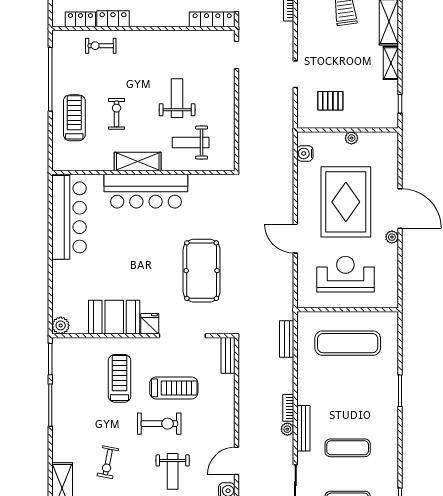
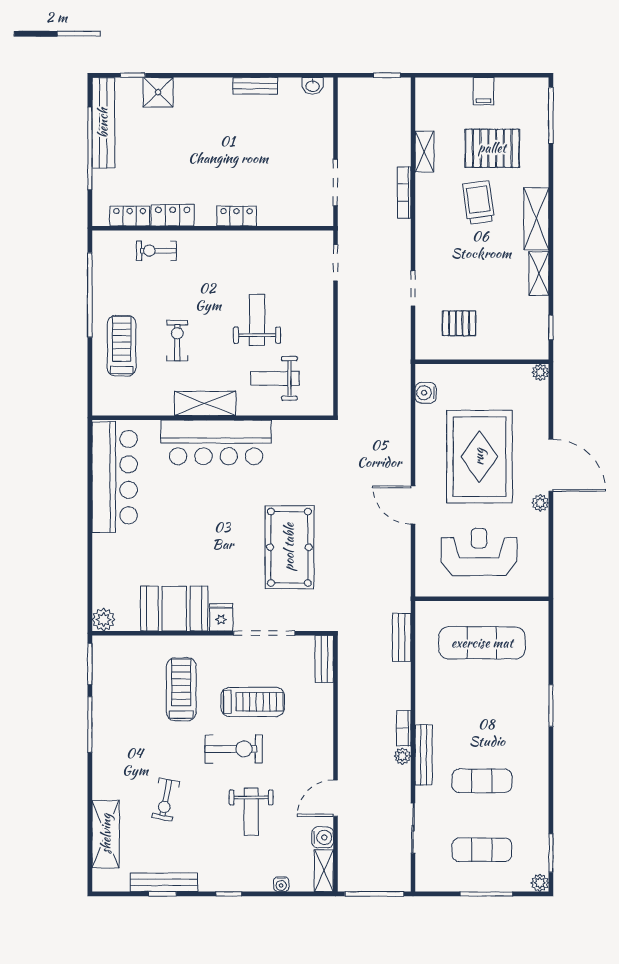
locker: (212, 19) -> (237, 216), moved, width x0.66
plant: (351, 138) -> (540, 372), moved

